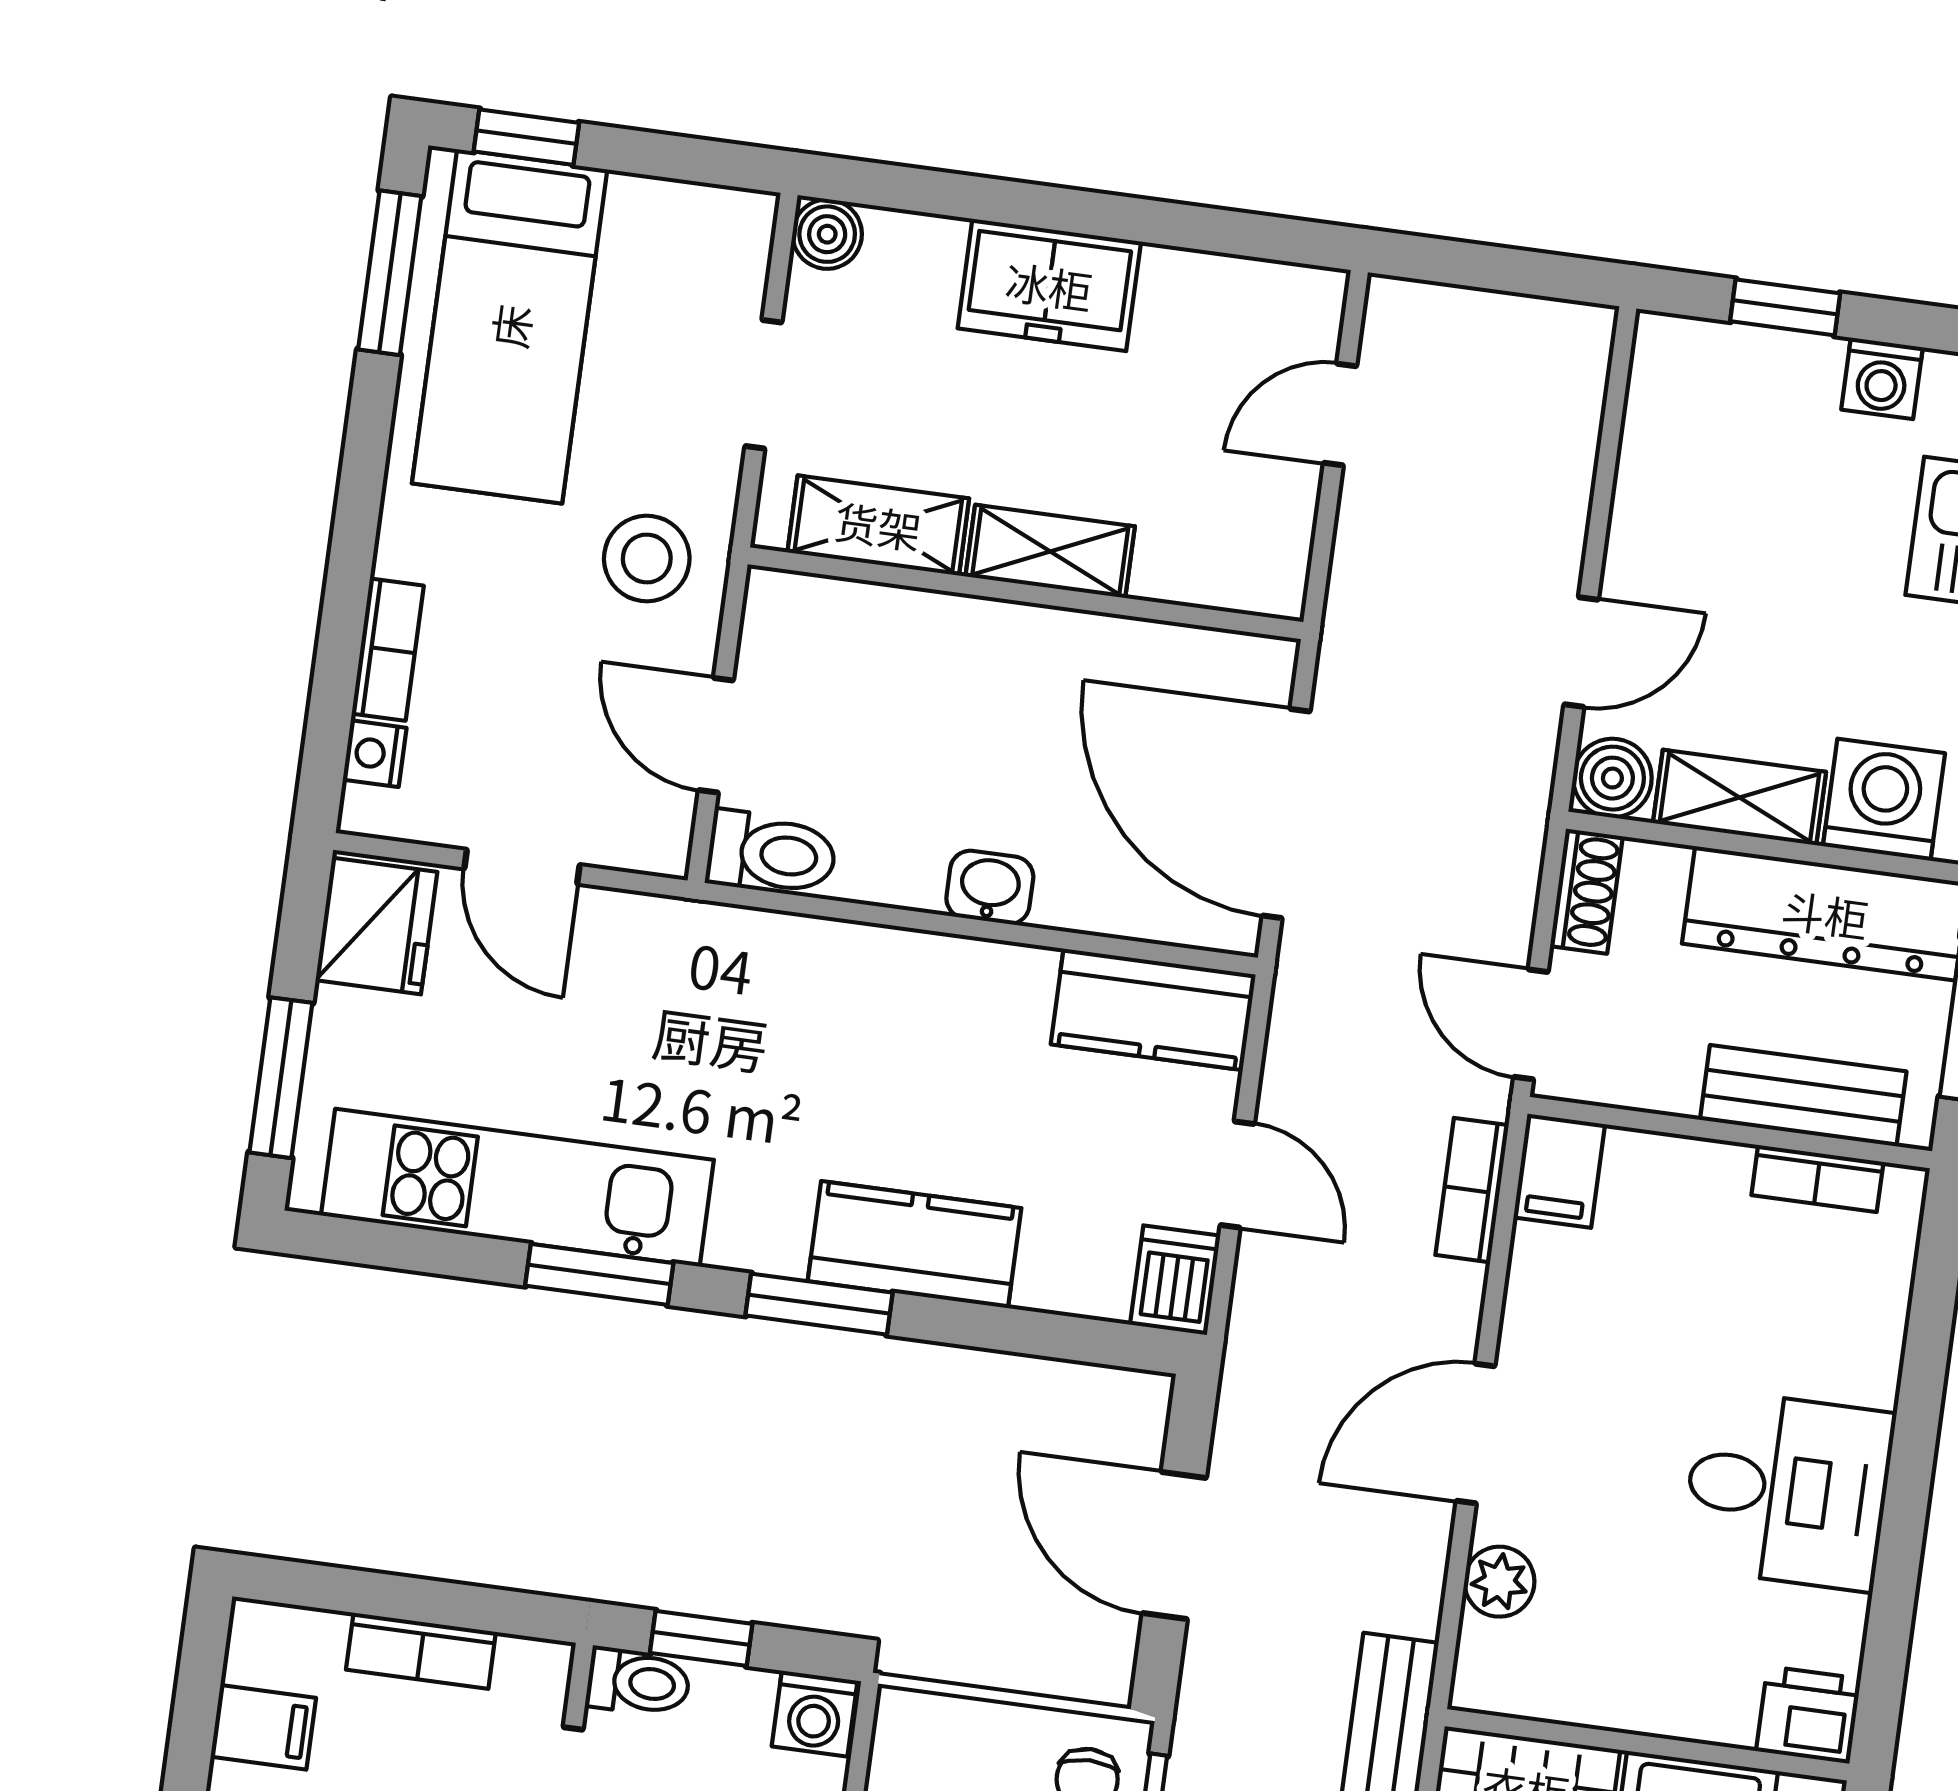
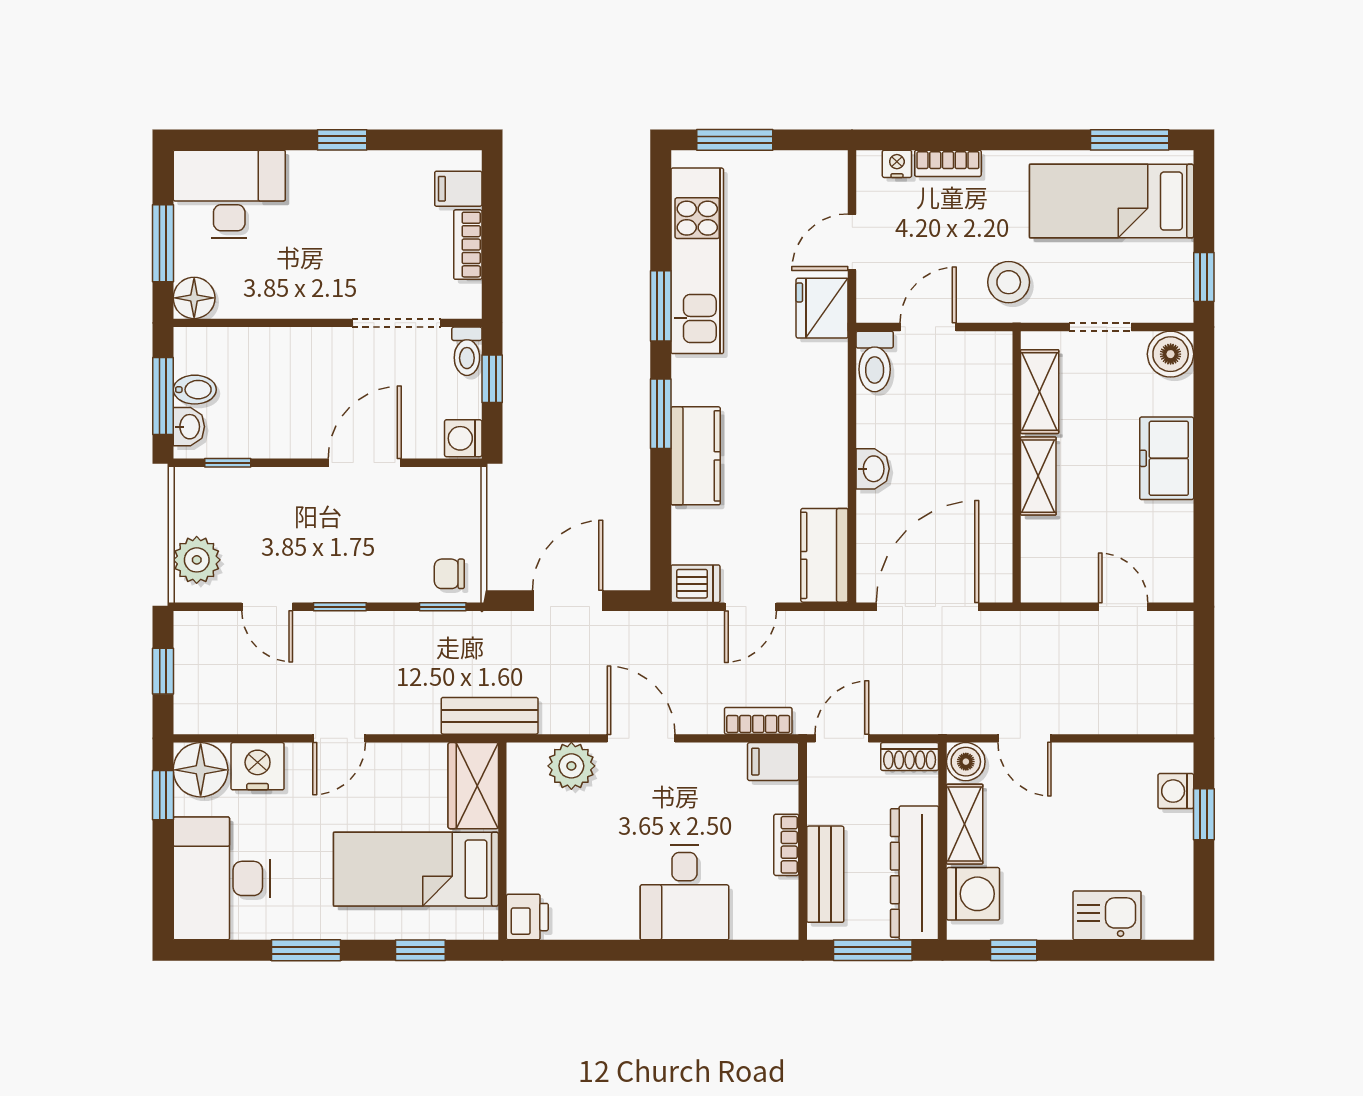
window: (526, 137) -> (1204, 277), moved
boiler: (827, 234) -> (1171, 354), width x1.36, depth x1.36
washing machine: (1882, 378) -> (1176, 791), moved
fridge: (376, 926) -> (822, 308), moved, turned 90
bookcase: (1817, 1178) -> (786, 845), moved
desk: (1787, 1490) -> (684, 892), moved
plant: (1499, 1582) -> (571, 766), width x1.38, depth x1.38
filing cabinet: (263, 1727) -> (458, 189), moved, turned 90

